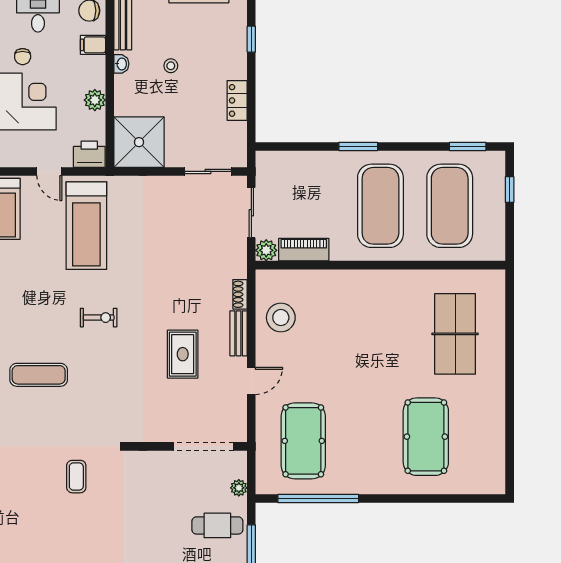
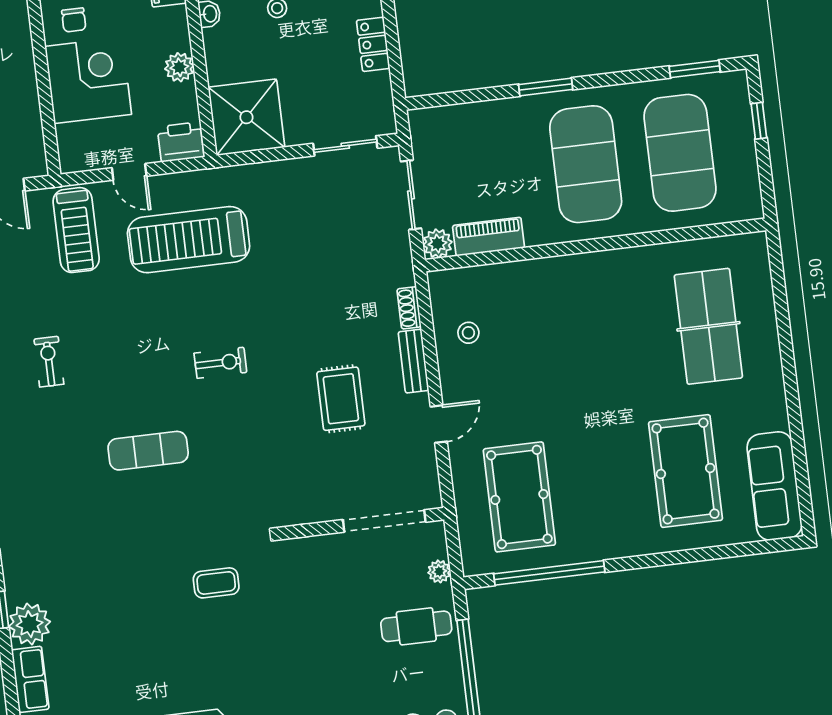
treadmill: (86, 226) -> (189, 240), turned 90
stool: (281, 318) -> (468, 333), width x0.53, depth x0.53
sofa: (489, 455) -> (774, 486), added
coffee table: (76, 477) -> (216, 583), turned 90

